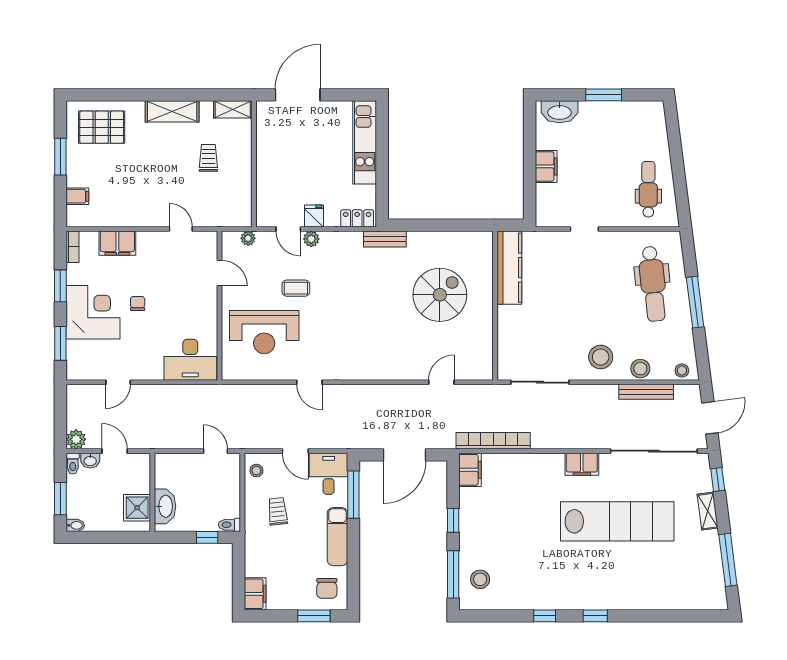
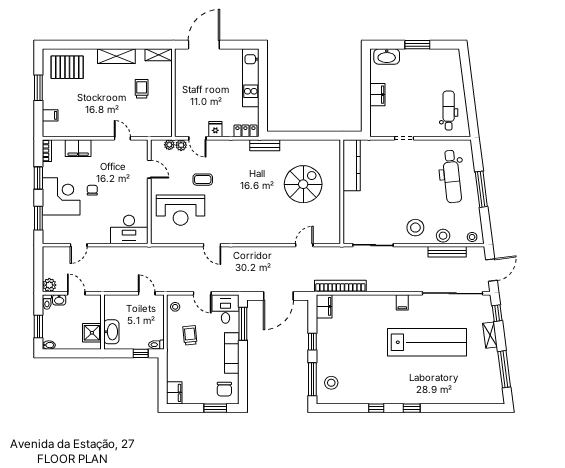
plant: (311, 239) -> (181, 145), moved
filing cabinet: (582, 464) -> (402, 302), width x0.50

